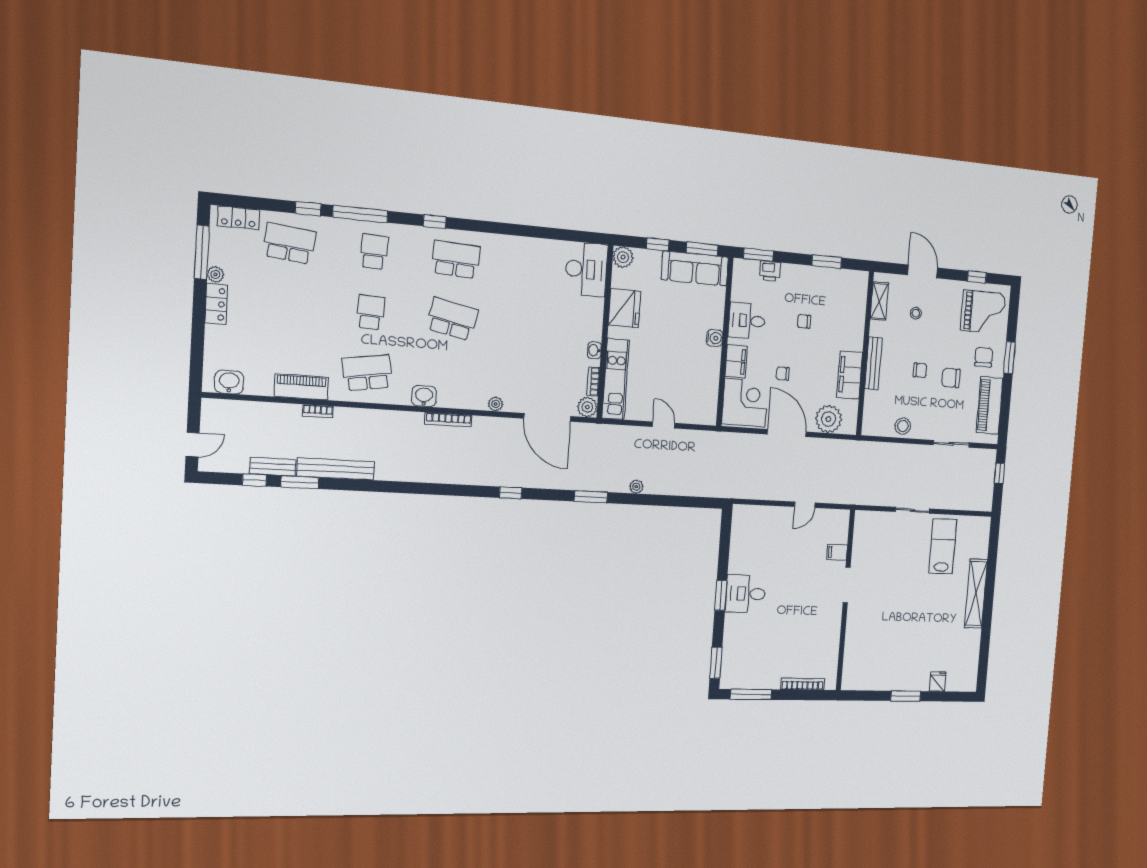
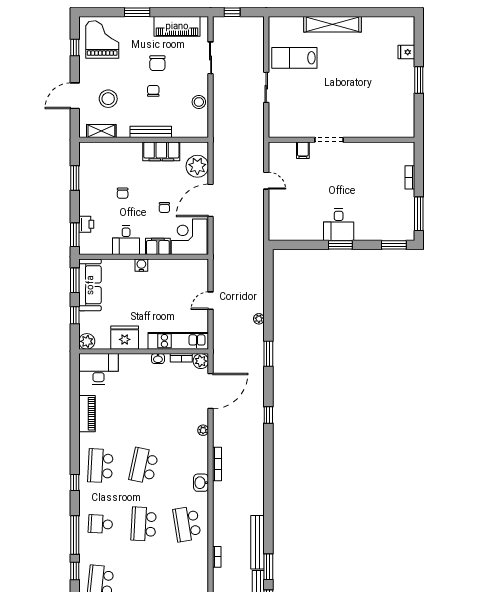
school desk: (371, 312) -> (144, 524), width x1.85
stool: (916, 313) -> (108, 99), width x1.89, depth x1.89
chair: (984, 357) -> (138, 36), removed
piano: (301, 387) -> (87, 414), moved, turned 180
bookcase: (803, 684) -> (410, 177), width x0.64

